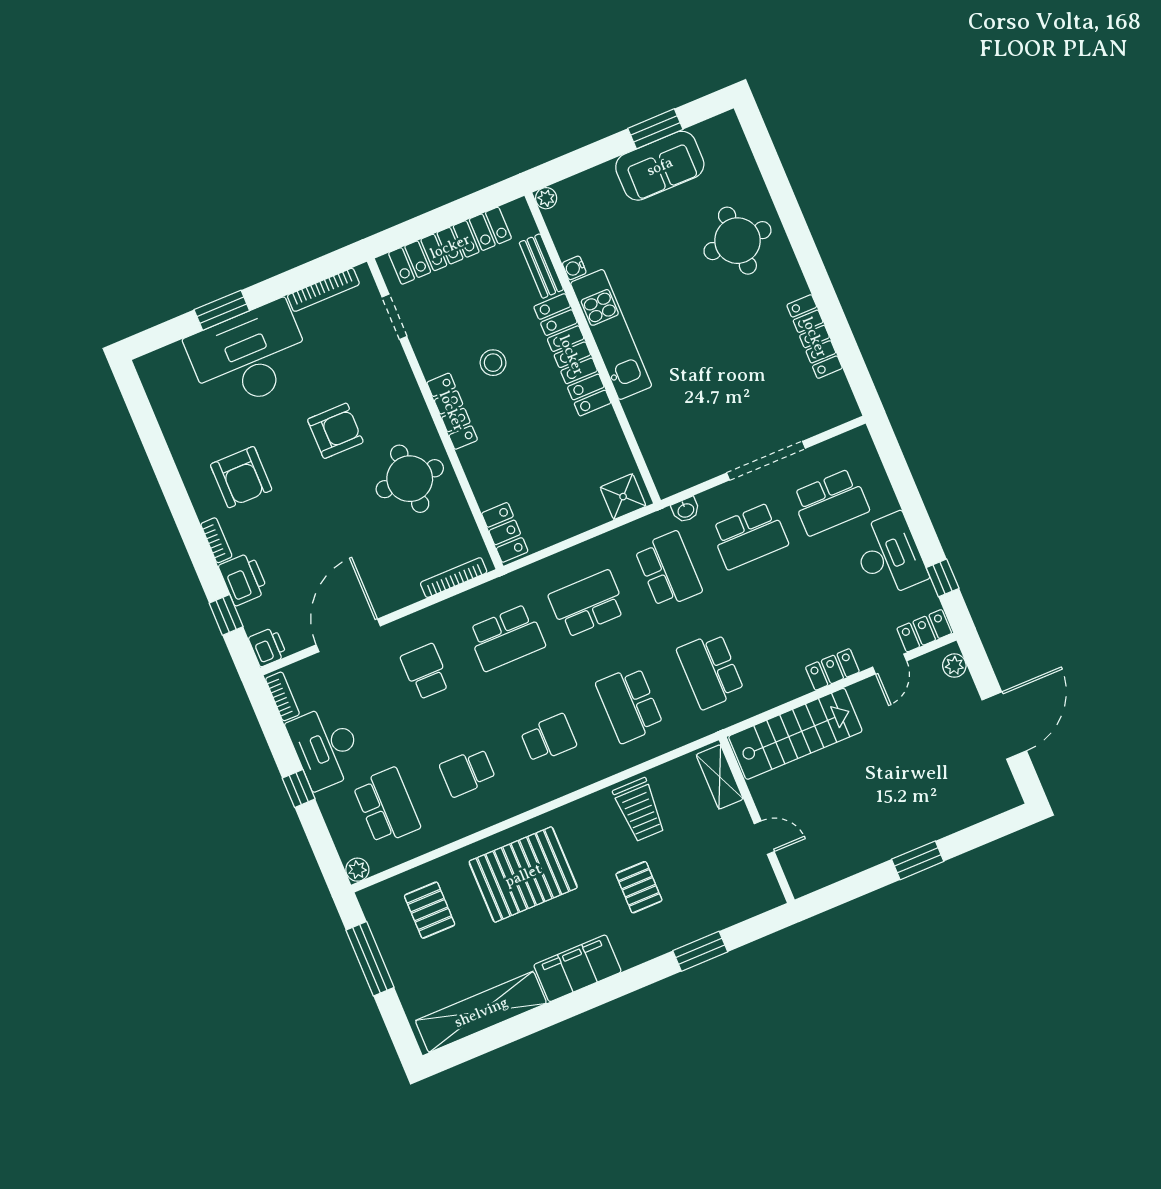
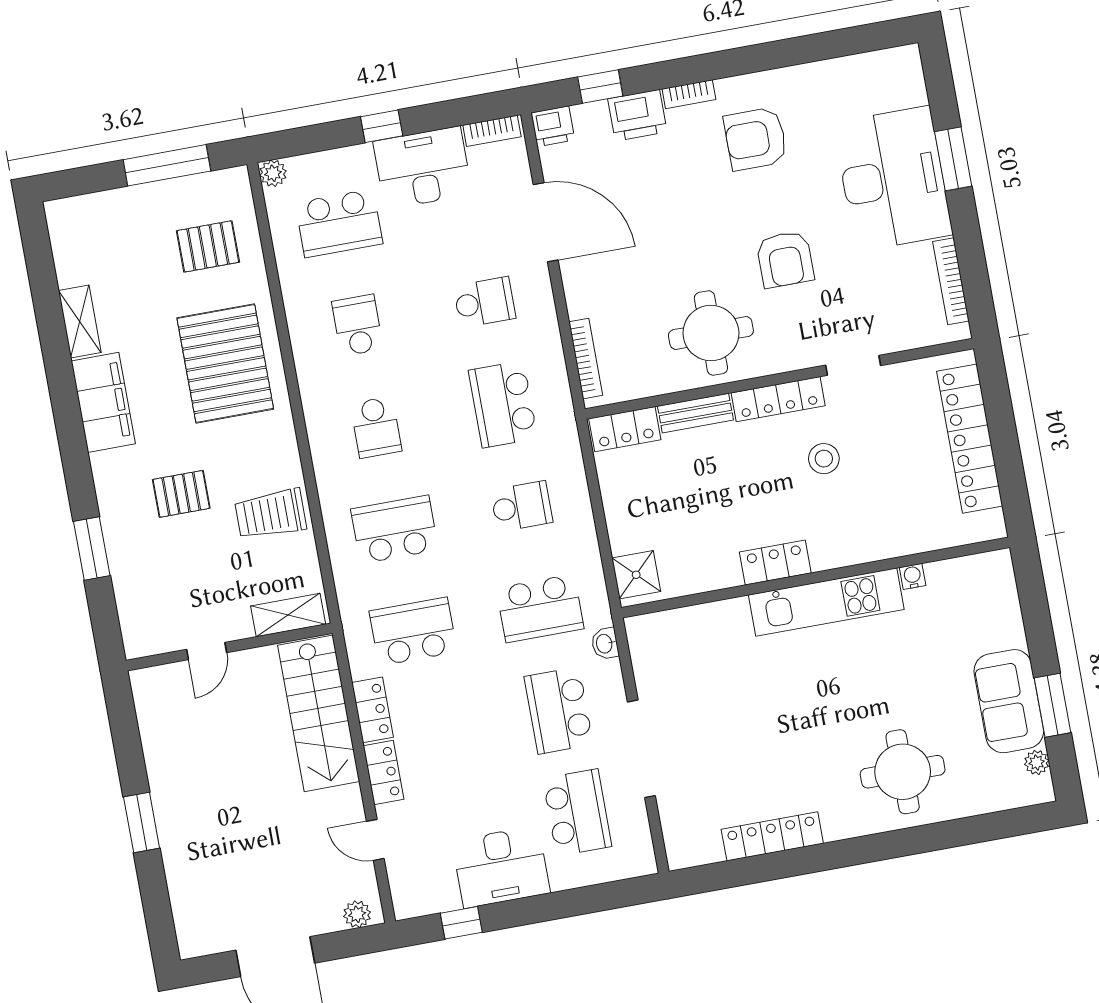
plant: (546, 198) -> (1037, 762), moved
bench: (541, 266) -> (695, 413), moved
doorway: (394, 317) -> (853, 365), moved
locker: (572, 355) -> (775, 563), width x0.46, depth x0.83
school desk: (830, 502) -> (577, 813), turned 180
school desk: (587, 604) -> (522, 506), width x0.54
locker: (924, 631) -> (372, 710), moved
shelving: (481, 1012) -> (80, 322), width x0.45, depth x0.75

